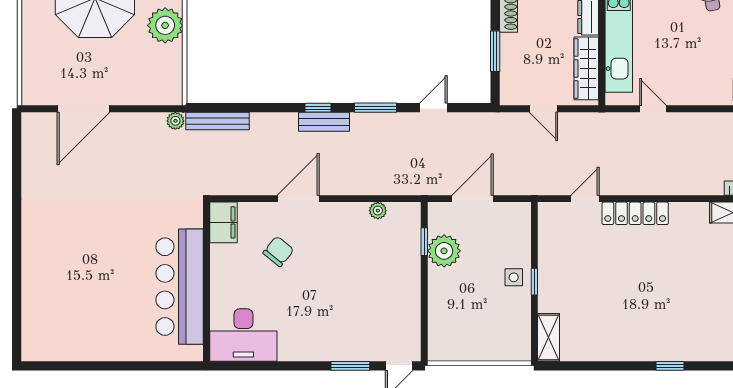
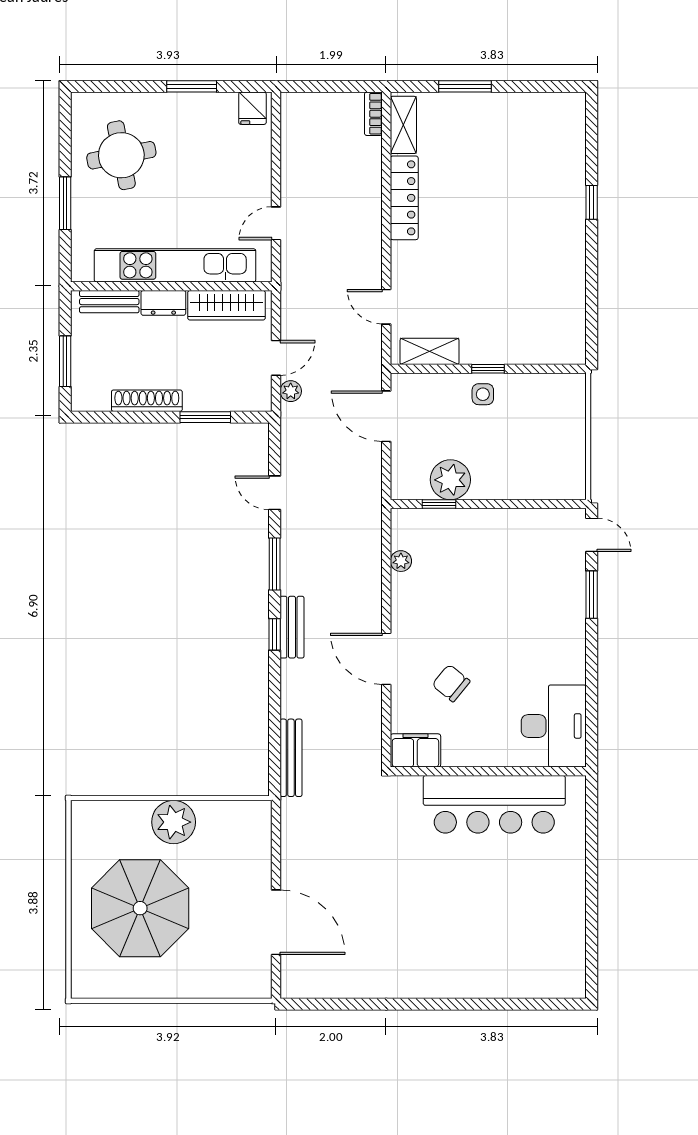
plant: (175, 121) -> (291, 391), moved
door: (473, 199) -> (386, 416), moved
locker: (635, 213) -> (404, 198), moved
shelving: (549, 337) -> (430, 351), moved

